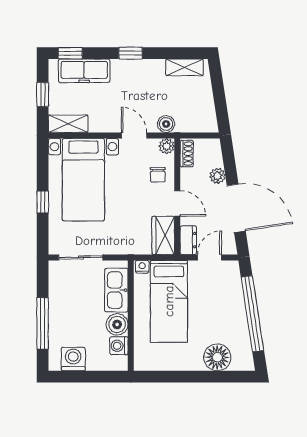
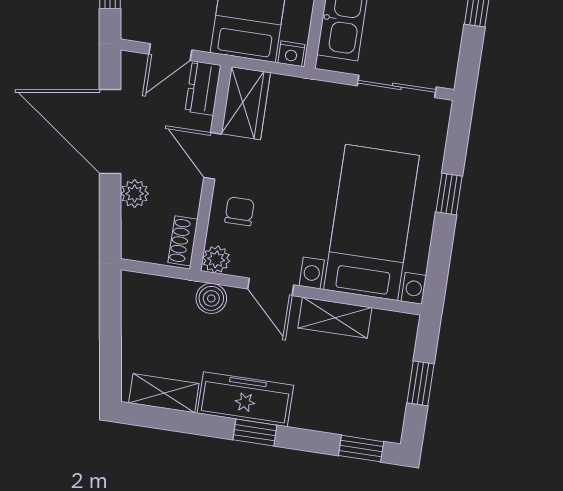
freezer: (84, 71) -> (245, 399), moved
shelving: (68, 124) -> (335, 318), moved

